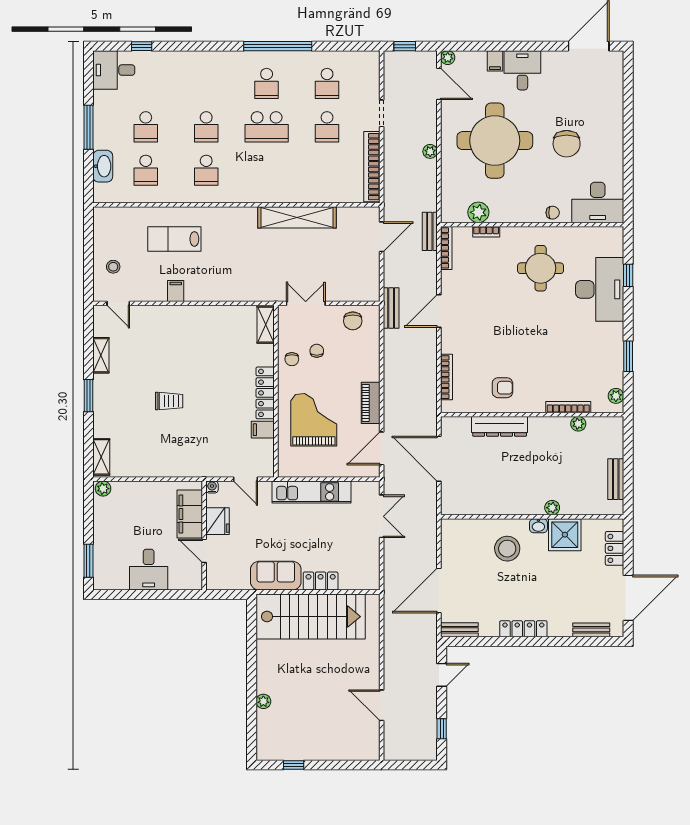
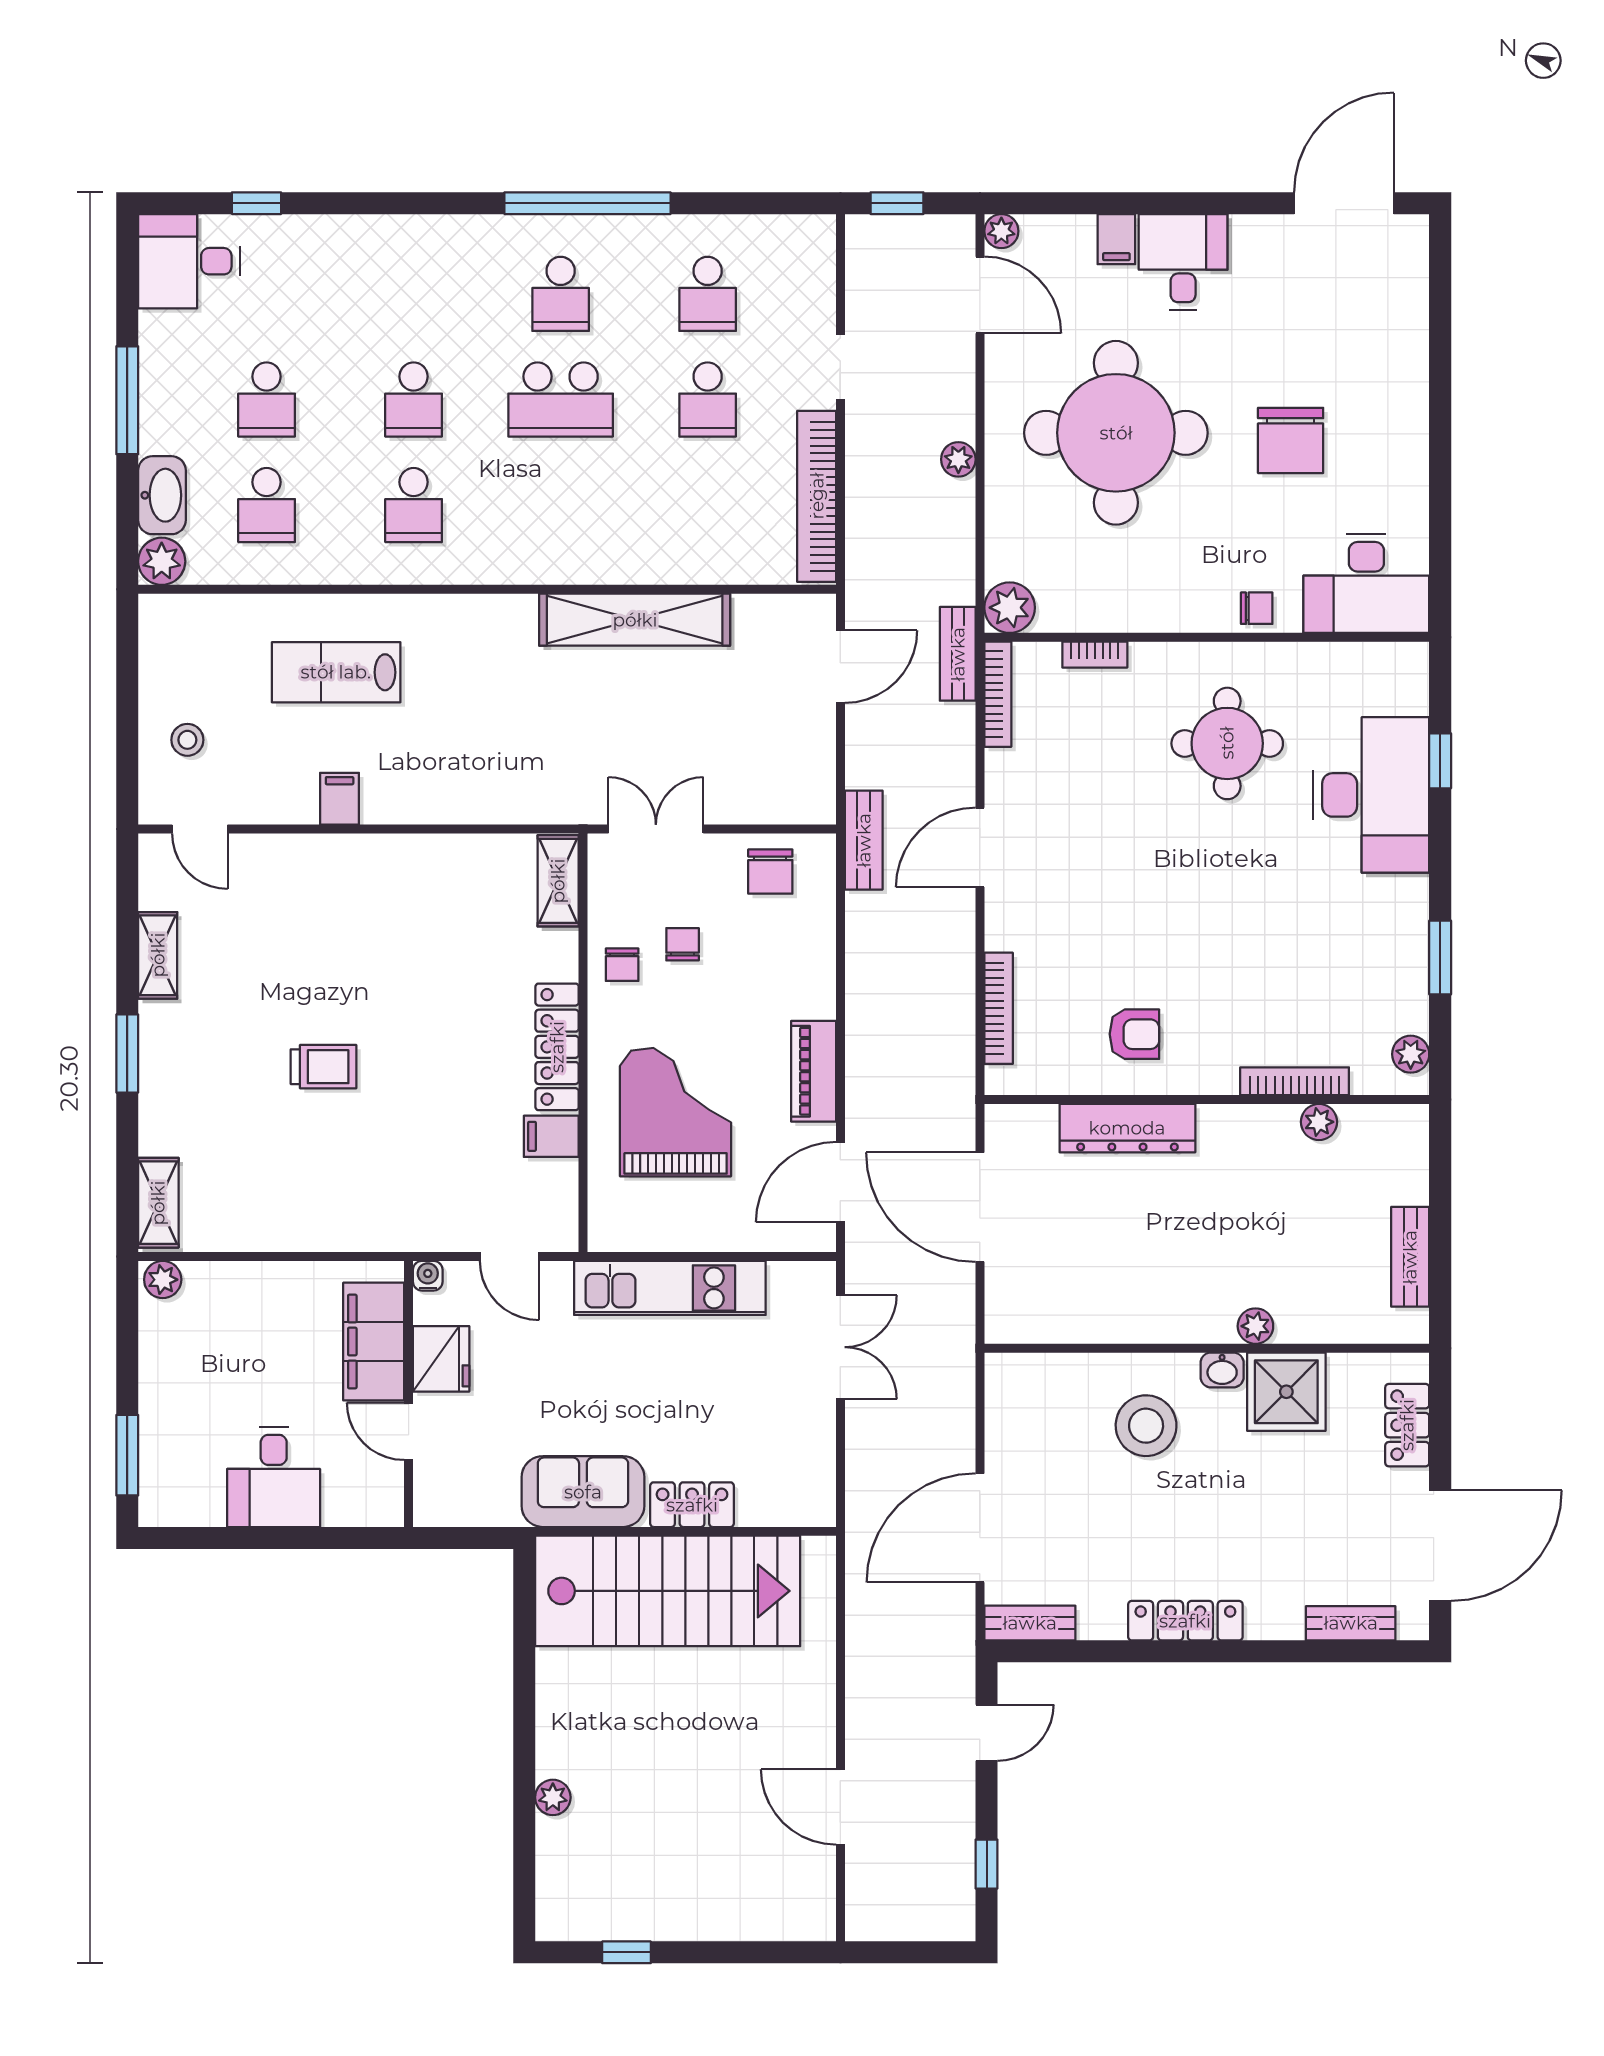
plant: (103, 193) -> (162, 561), added
plant: (478, 212) -> (1010, 608), moved

